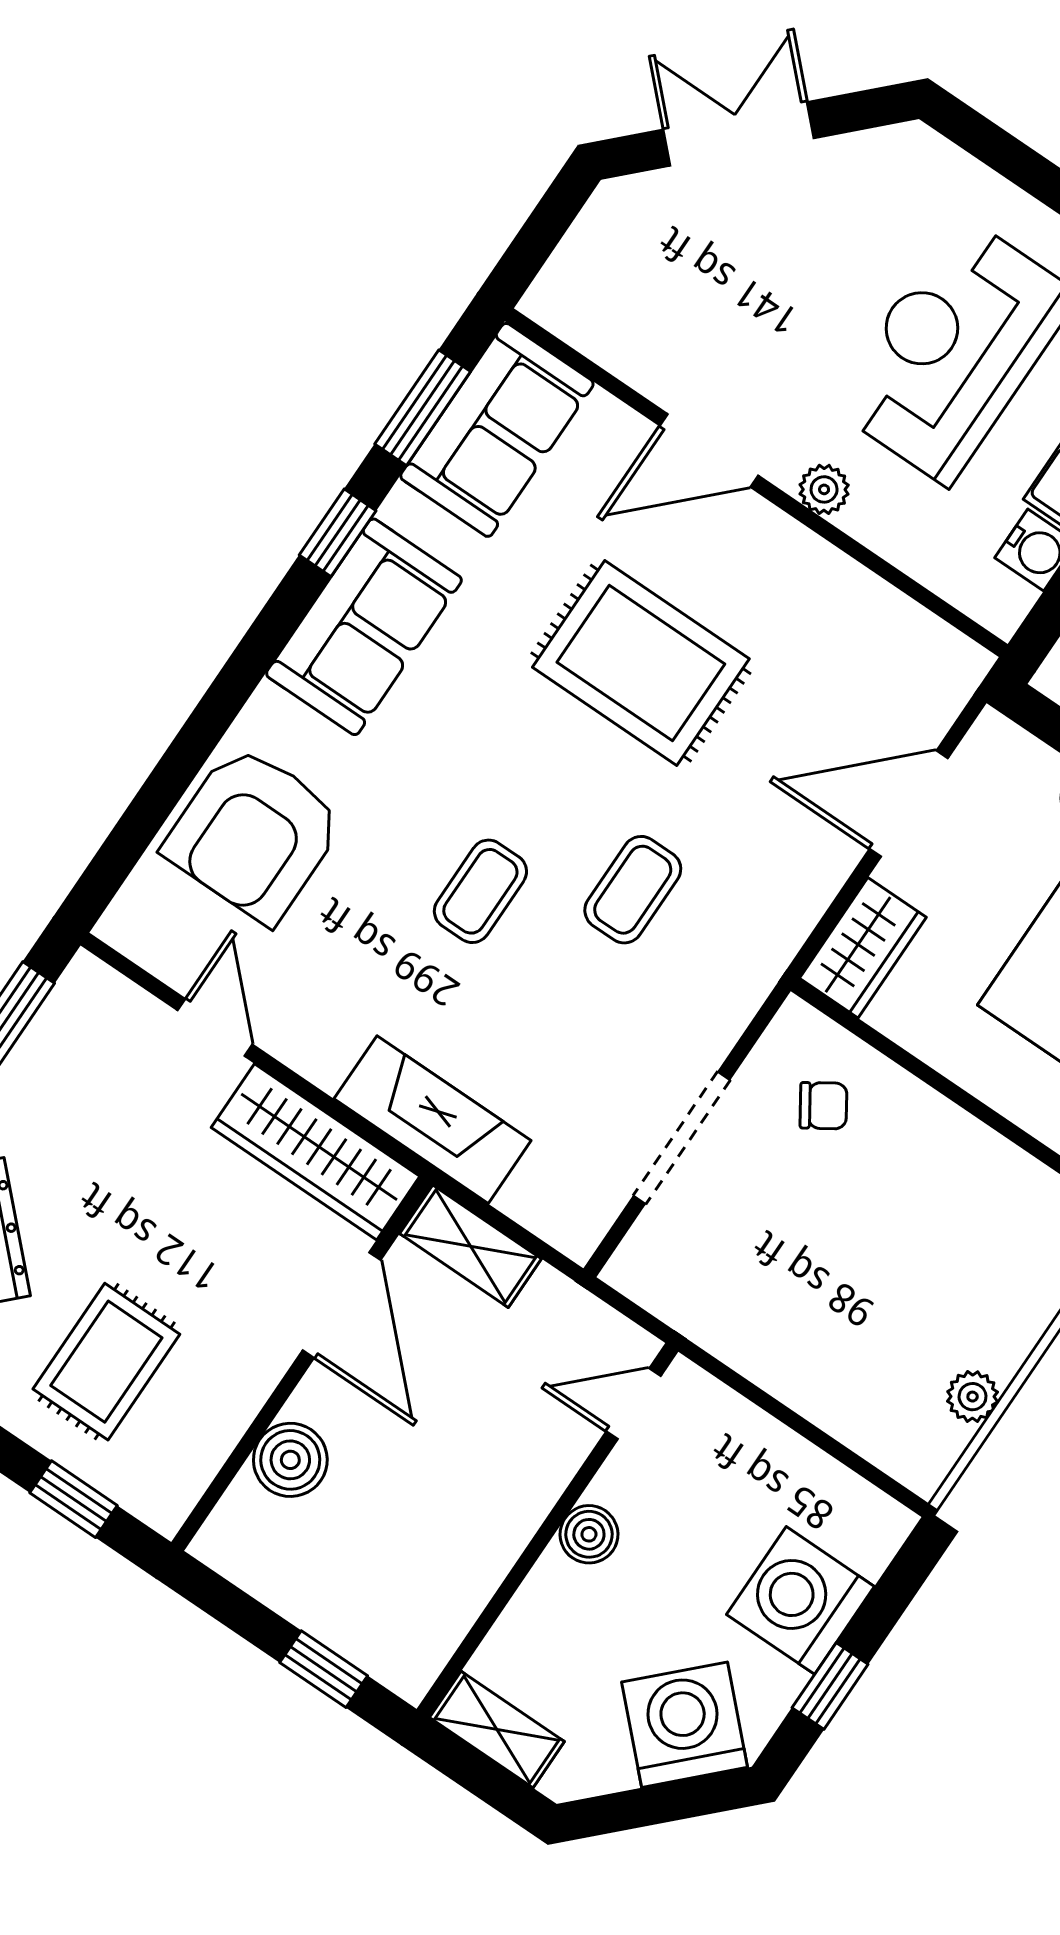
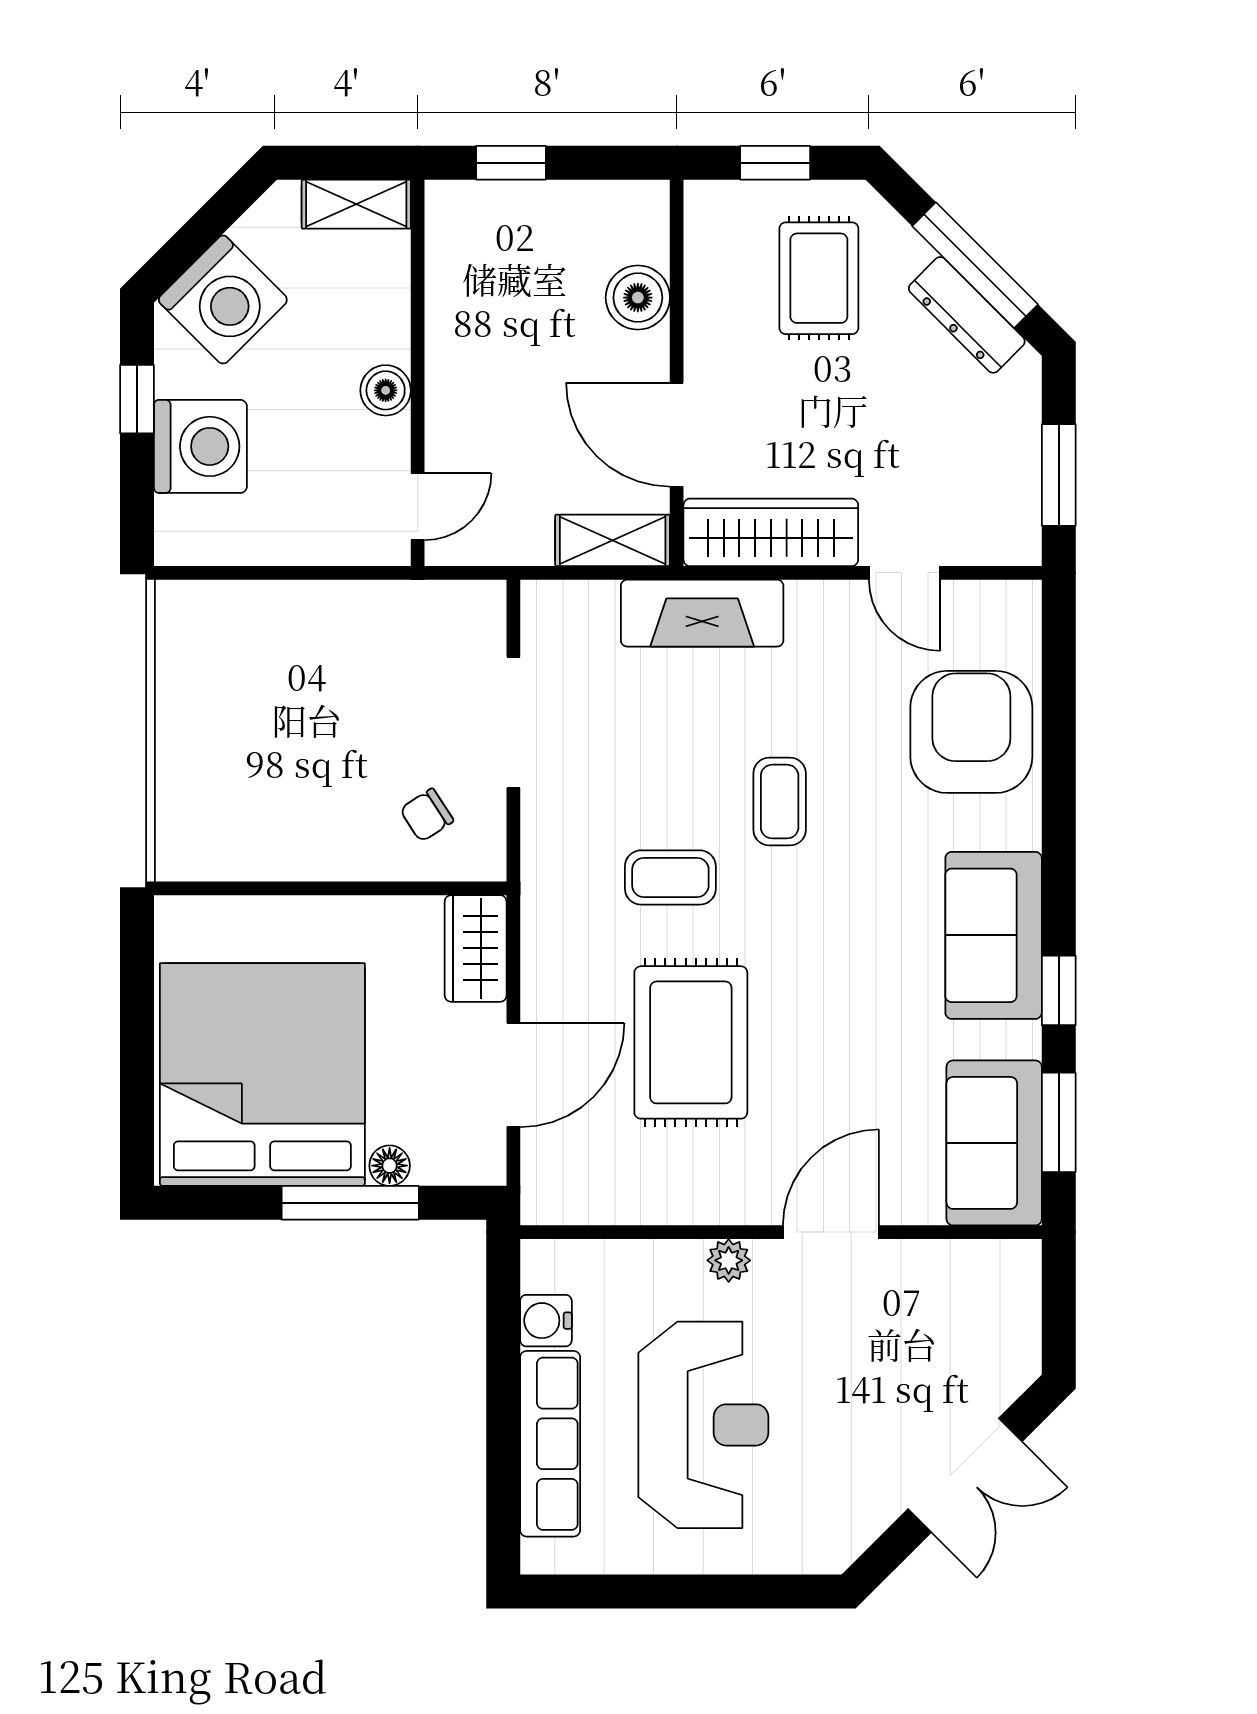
rug: (641, 663) -> (691, 1042), moved, turned 90
coffee table: (633, 890) -> (670, 877), turned 90
plant: (973, 1397) -> (176, 678), removed

